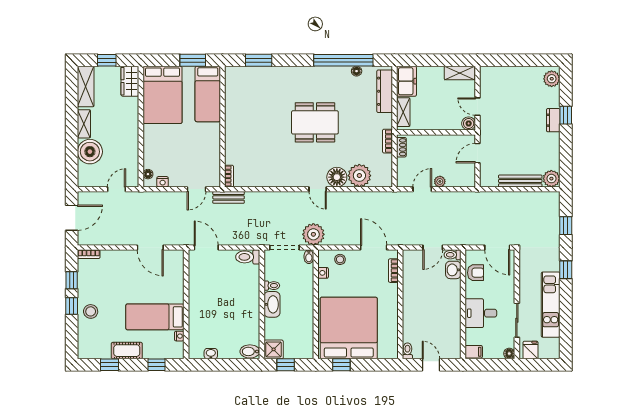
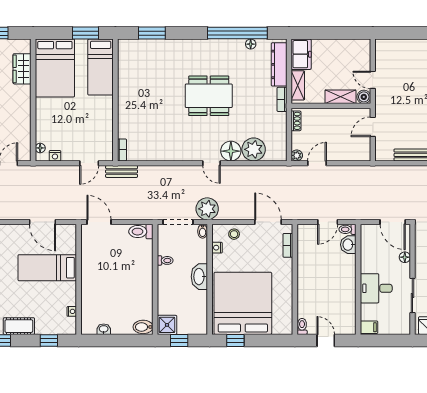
shelving: (460, 73) -> (340, 97), moved
wardrobe: (130, 81) -> (22, 69), moved
bookcase: (387, 141) -> (282, 99), moved
plant: (440, 181) -> (297, 155), moved
armchair: (476, 273) -> (371, 247), removed
washbasin: (272, 304) -> (199, 277), moved, turned 180
bed: (155, 317) -> (47, 268), moved
floor lamp: (509, 354) -> (405, 257), moved

